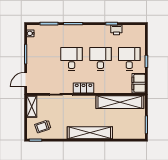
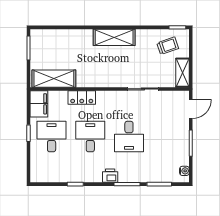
printer: (116, 30) -> (110, 176), moved
desk: (100, 59) -> (90, 137), turned 180
desk: (129, 59) -> (52, 137), turned 180
locker: (84, 88) -> (82, 98), moved
shelving: (120, 102) -> (54, 79), width x0.68
shelving: (90, 133) -> (114, 37), width x0.68

